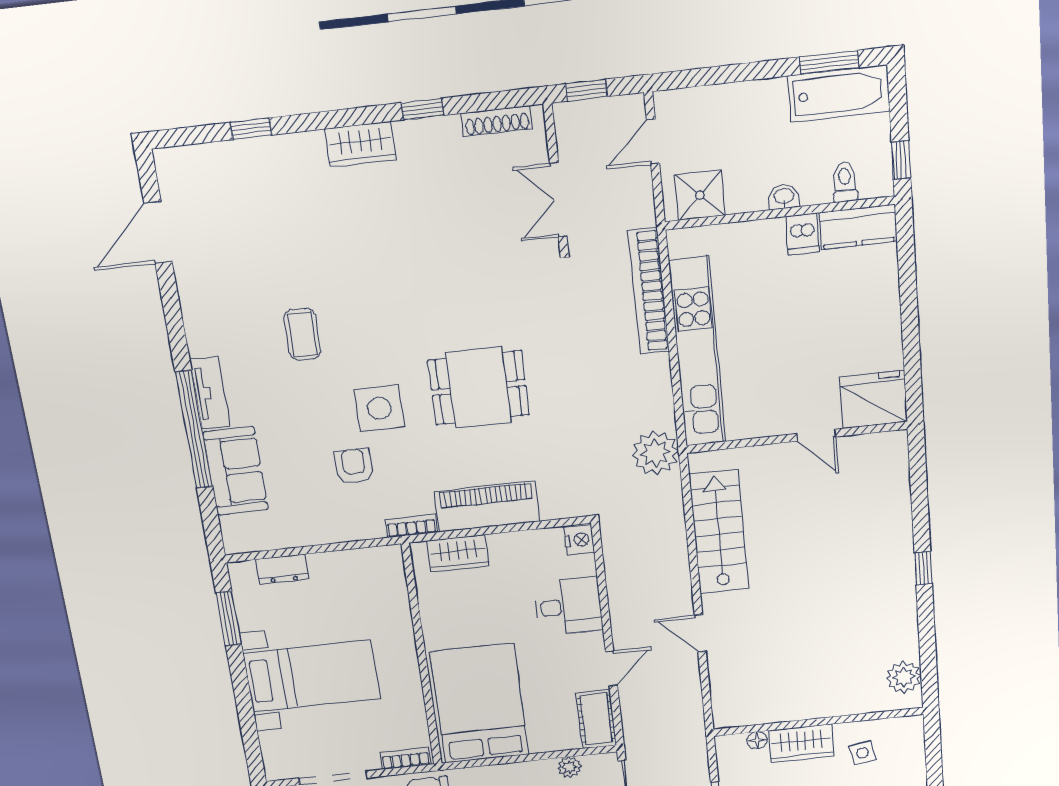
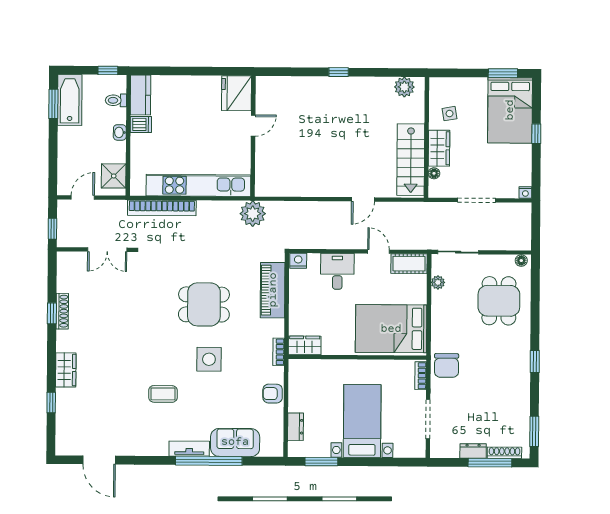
shoe rack: (497, 121) -> (62, 311), moved
door: (653, 141) -> (83, 197), swing flipped
wardrobe: (361, 144) -> (66, 370), moved
dining table: (479, 388) -> (204, 304), turned 90
armchair: (354, 466) -> (273, 394), moved
piano: (487, 506) -> (273, 290), moved
stairs: (719, 532) -> (411, 160), moved, turned -90
wardrobe: (458, 553) -> (305, 345), moved, turned -90

